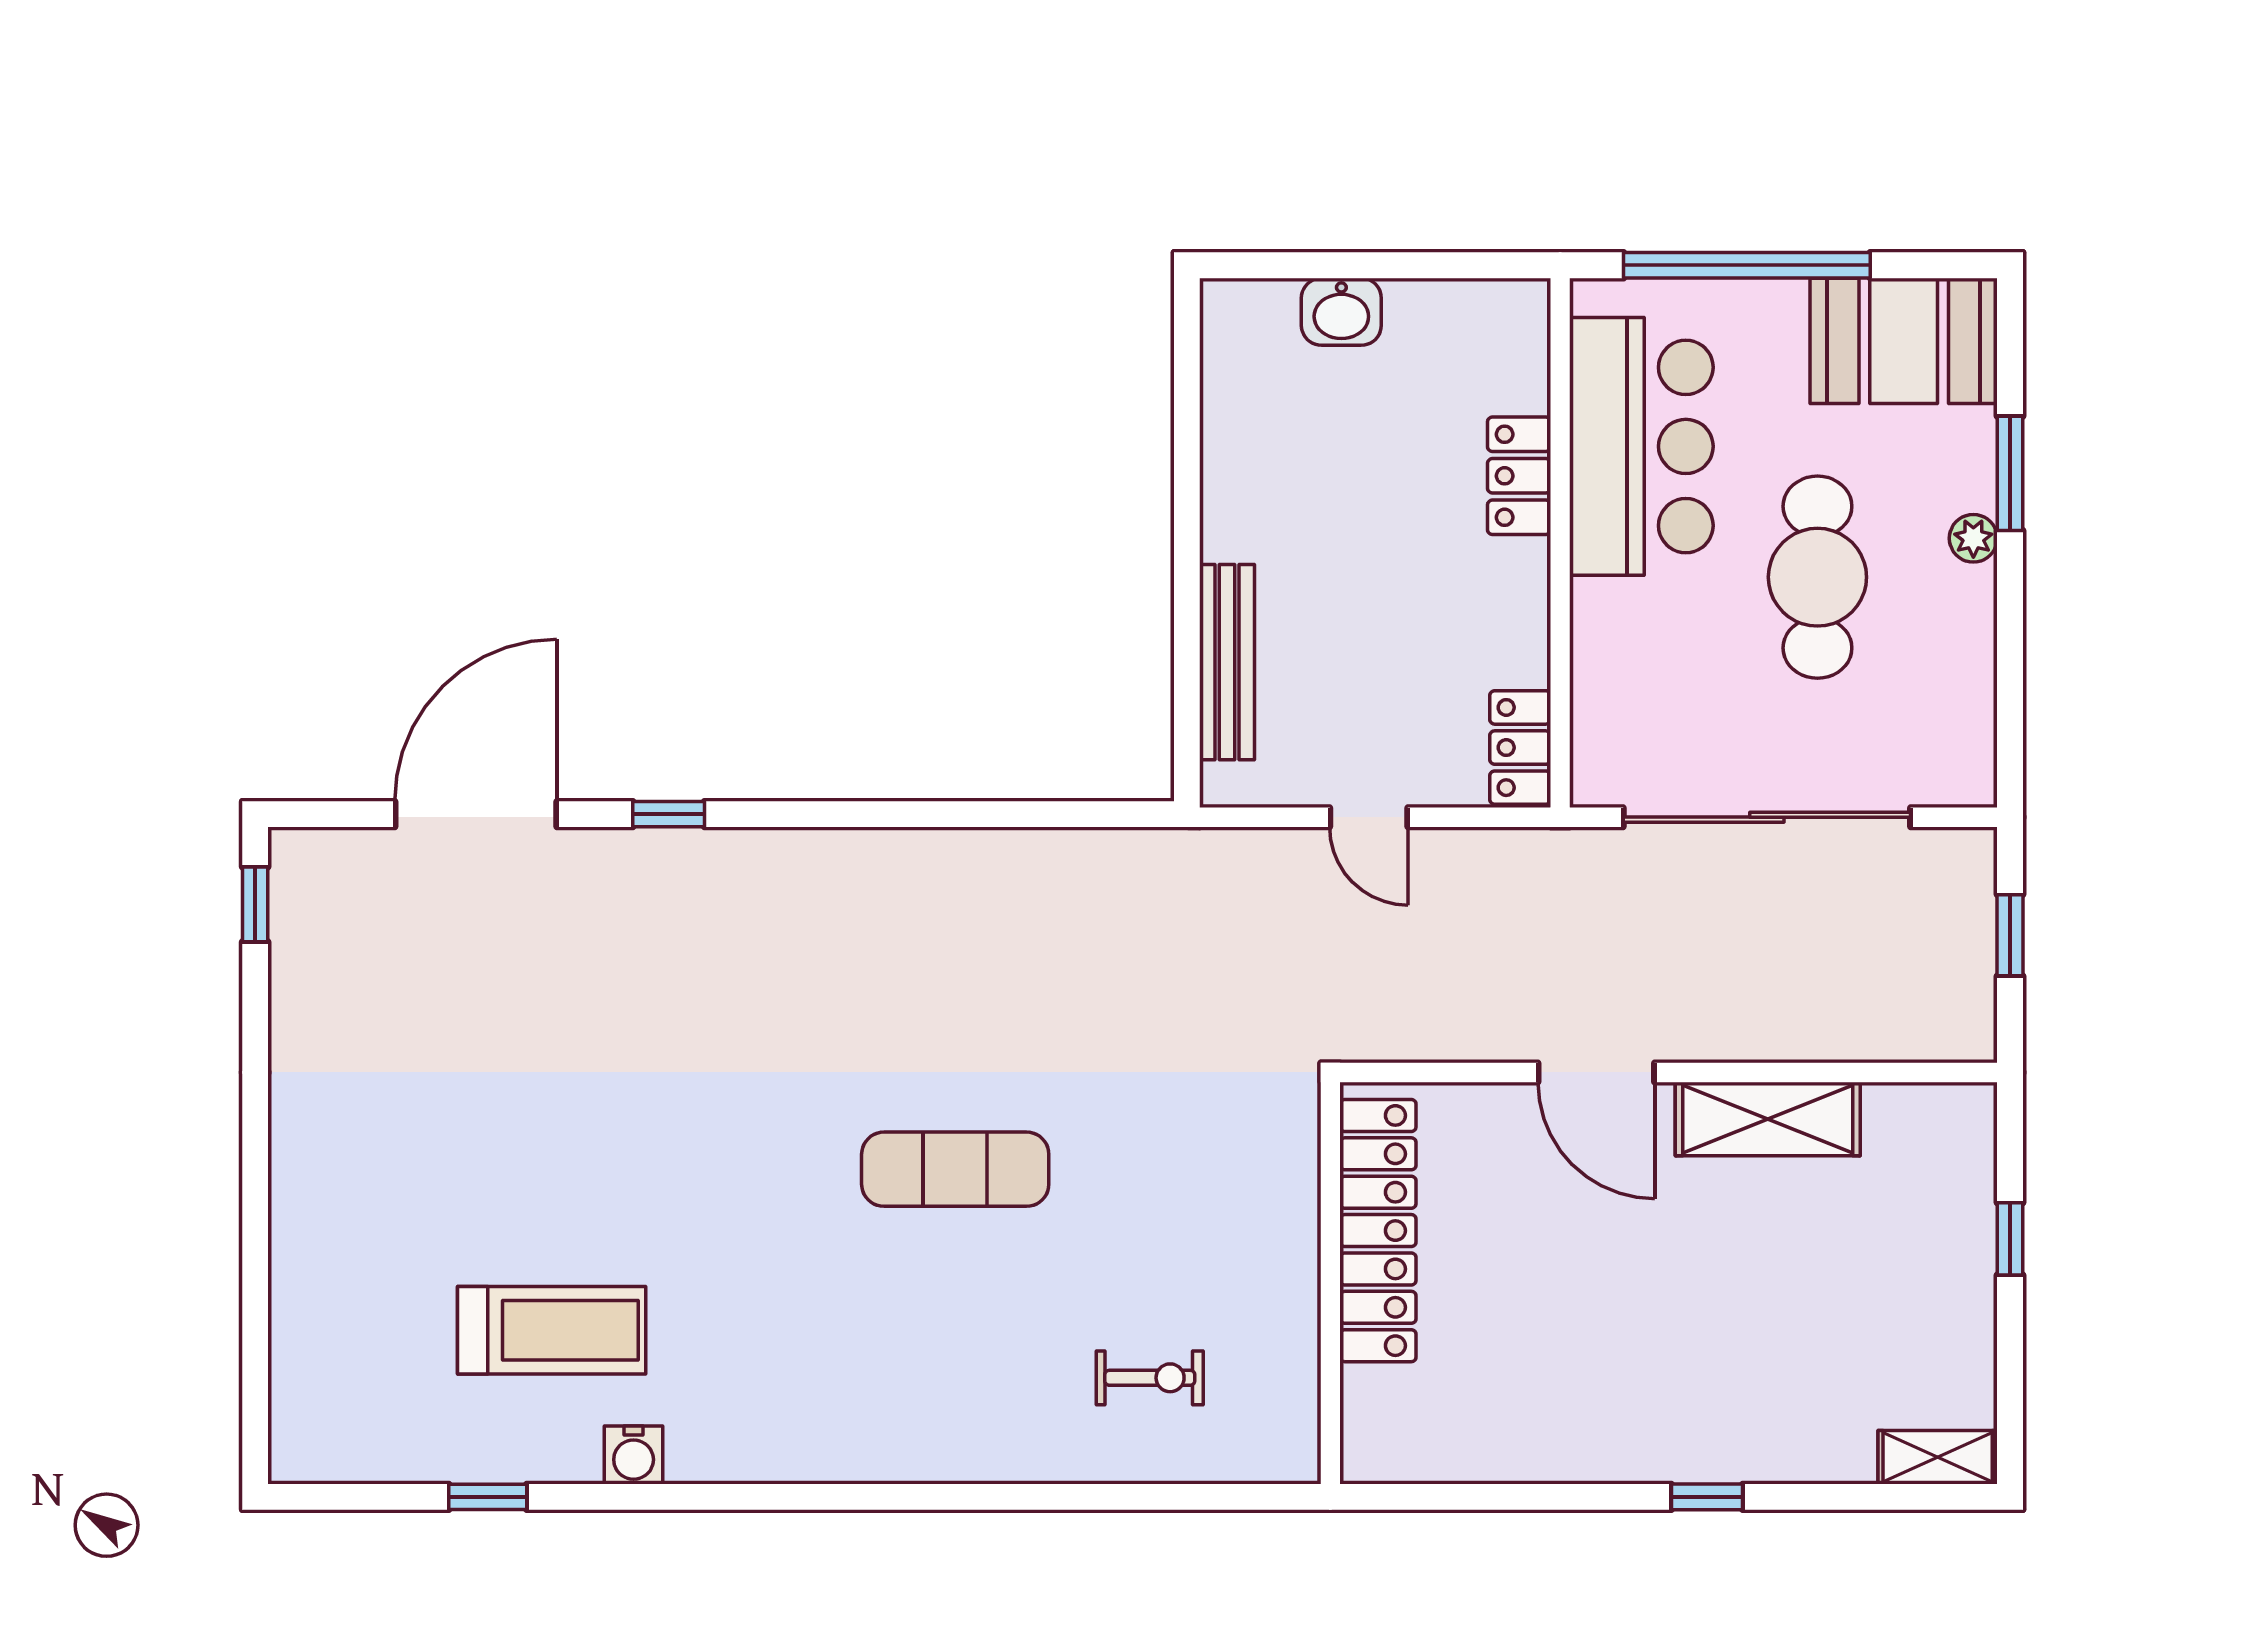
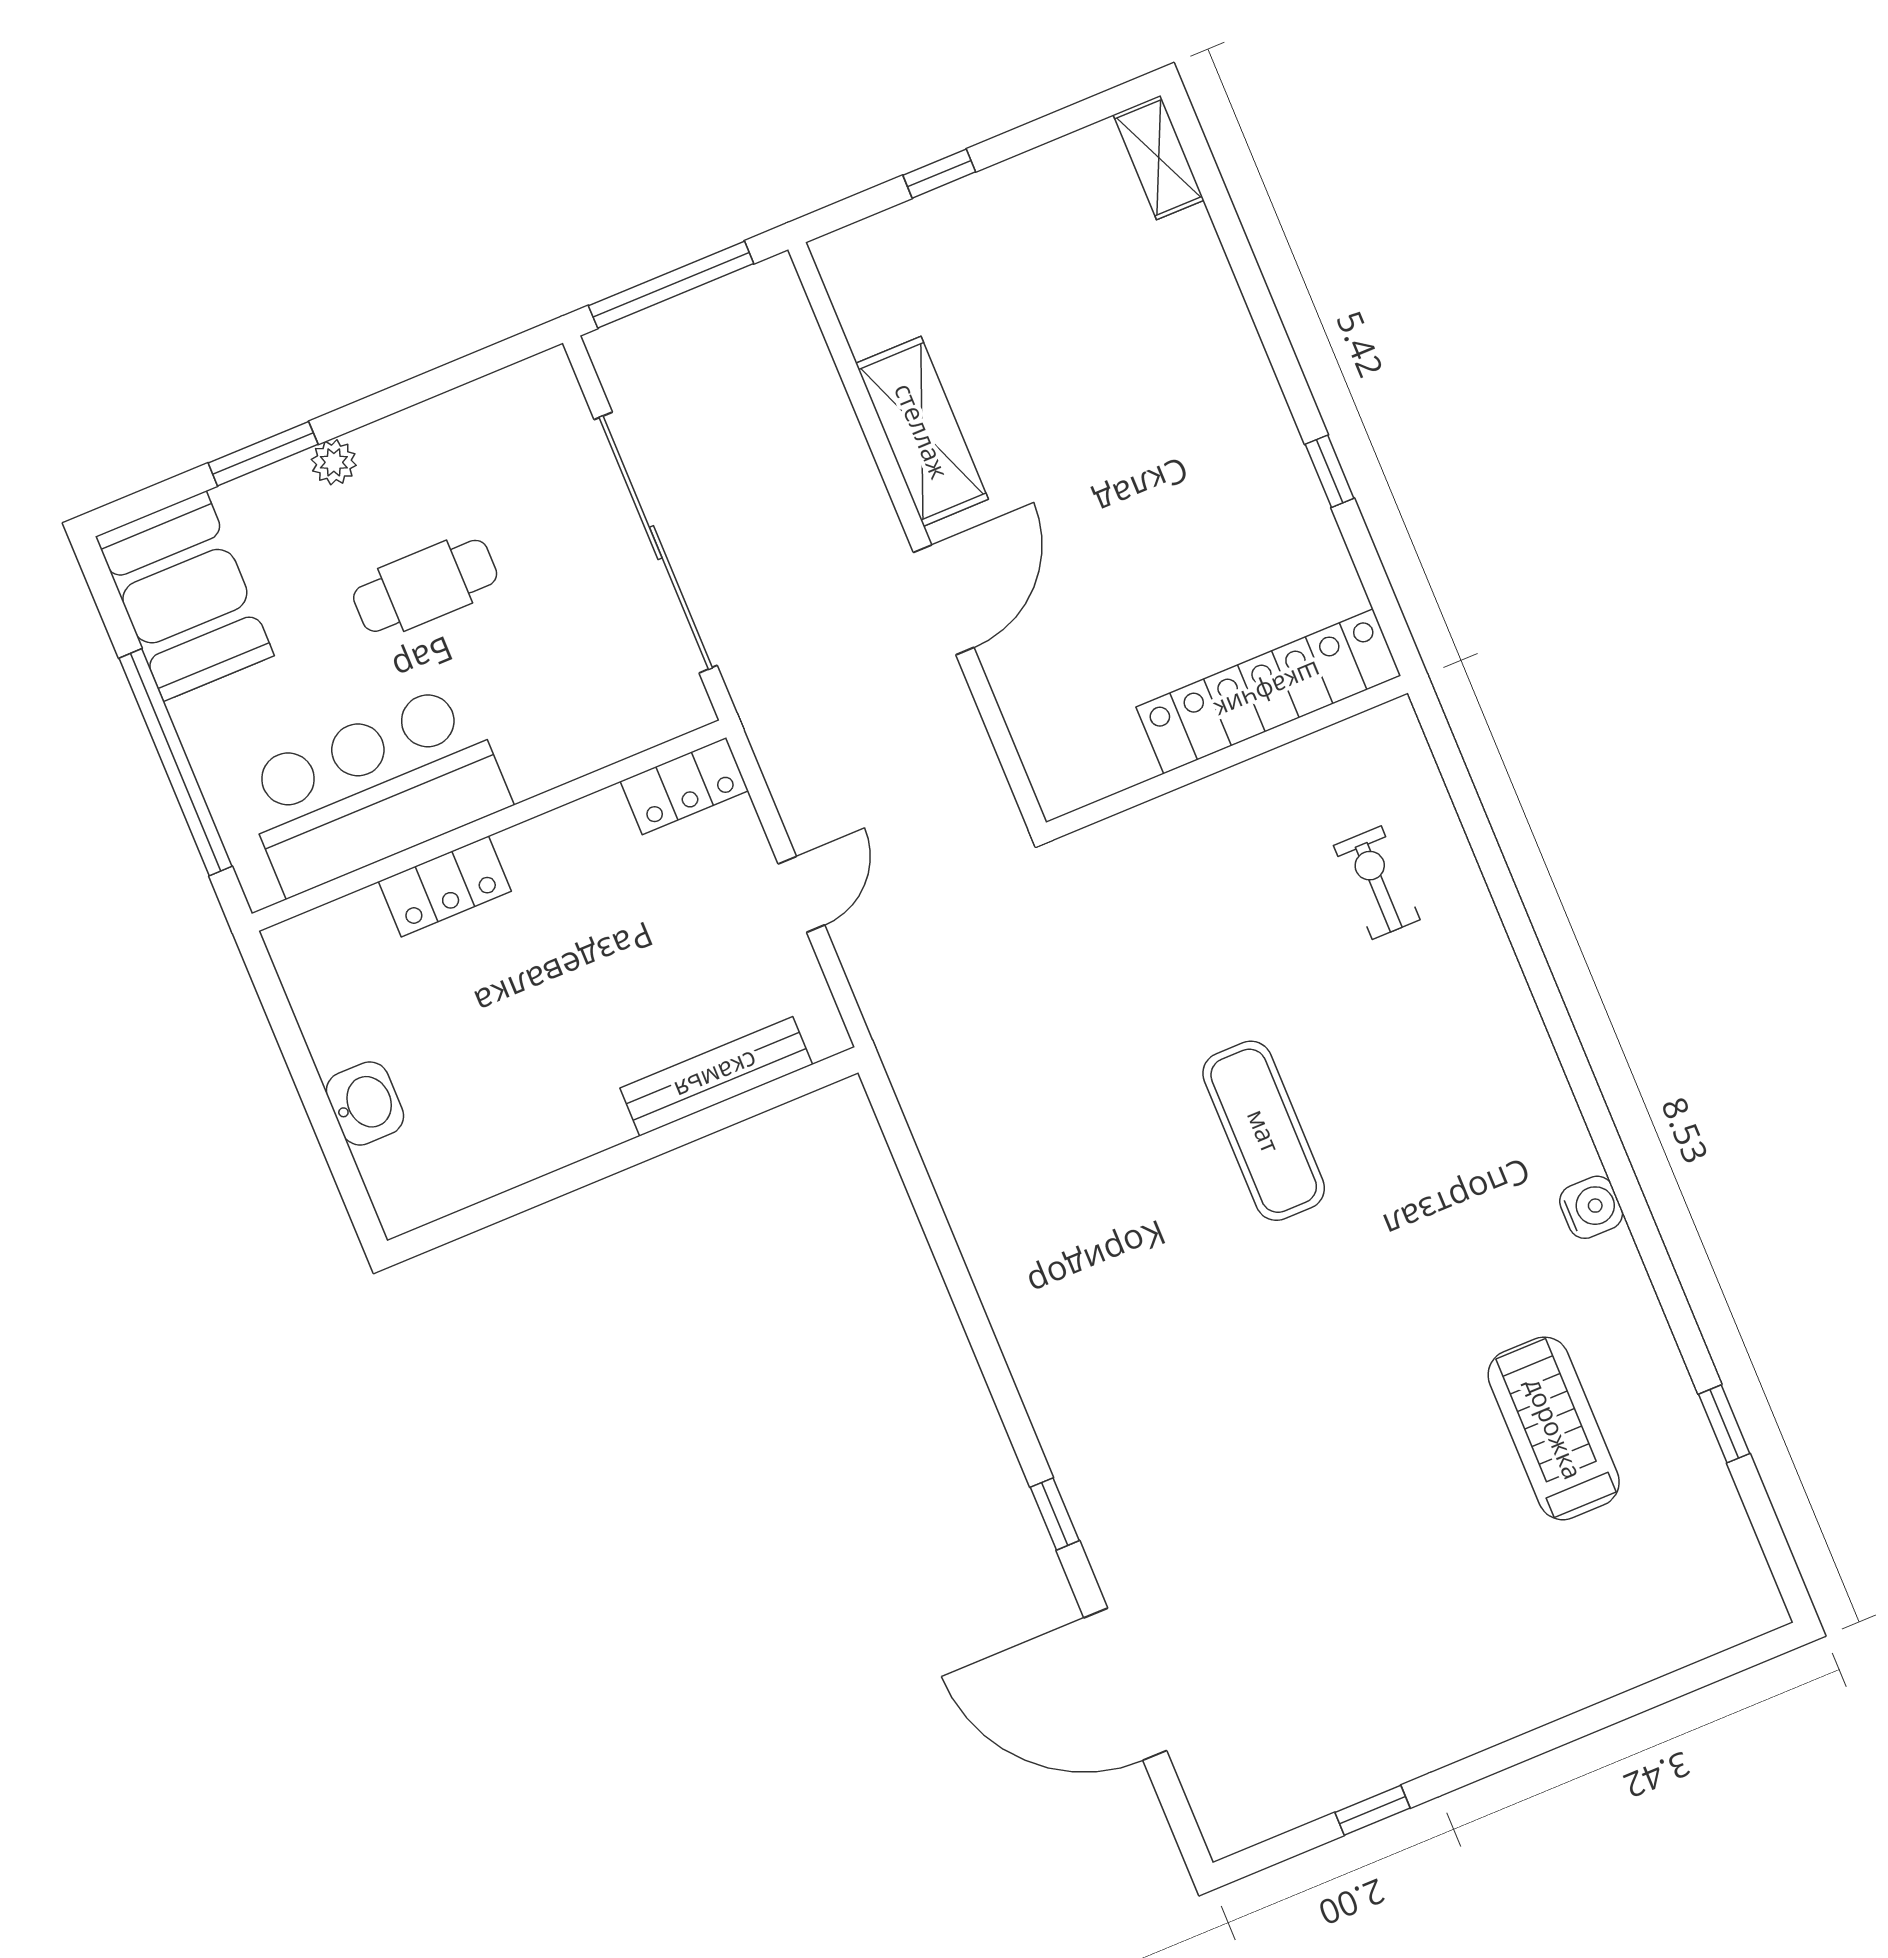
cafe table: (1817, 577) -> (425, 586), width x0.73, depth x0.74
window: (255, 904) -> (1372, 1810), moved
window: (2010, 935) -> (671, 285), width x2.17
locker: (1378, 1231) -> (1268, 691), moved
water cooler: (634, 1455) -> (1591, 1207), moved
window: (1707, 1497) -> (1330, 471), moved

